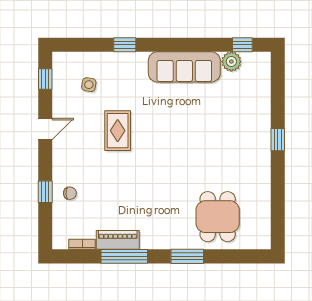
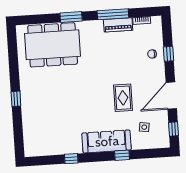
window: (242, 45) -> (71, 159), moved
plant: (231, 62) -> (50, 149), removed
sofa: (184, 67) -> (107, 141), moved
door: (45, 129) -> (171, 96), width x1.88
dining table: (218, 217) -> (53, 45), width x1.88, depth x1.24

